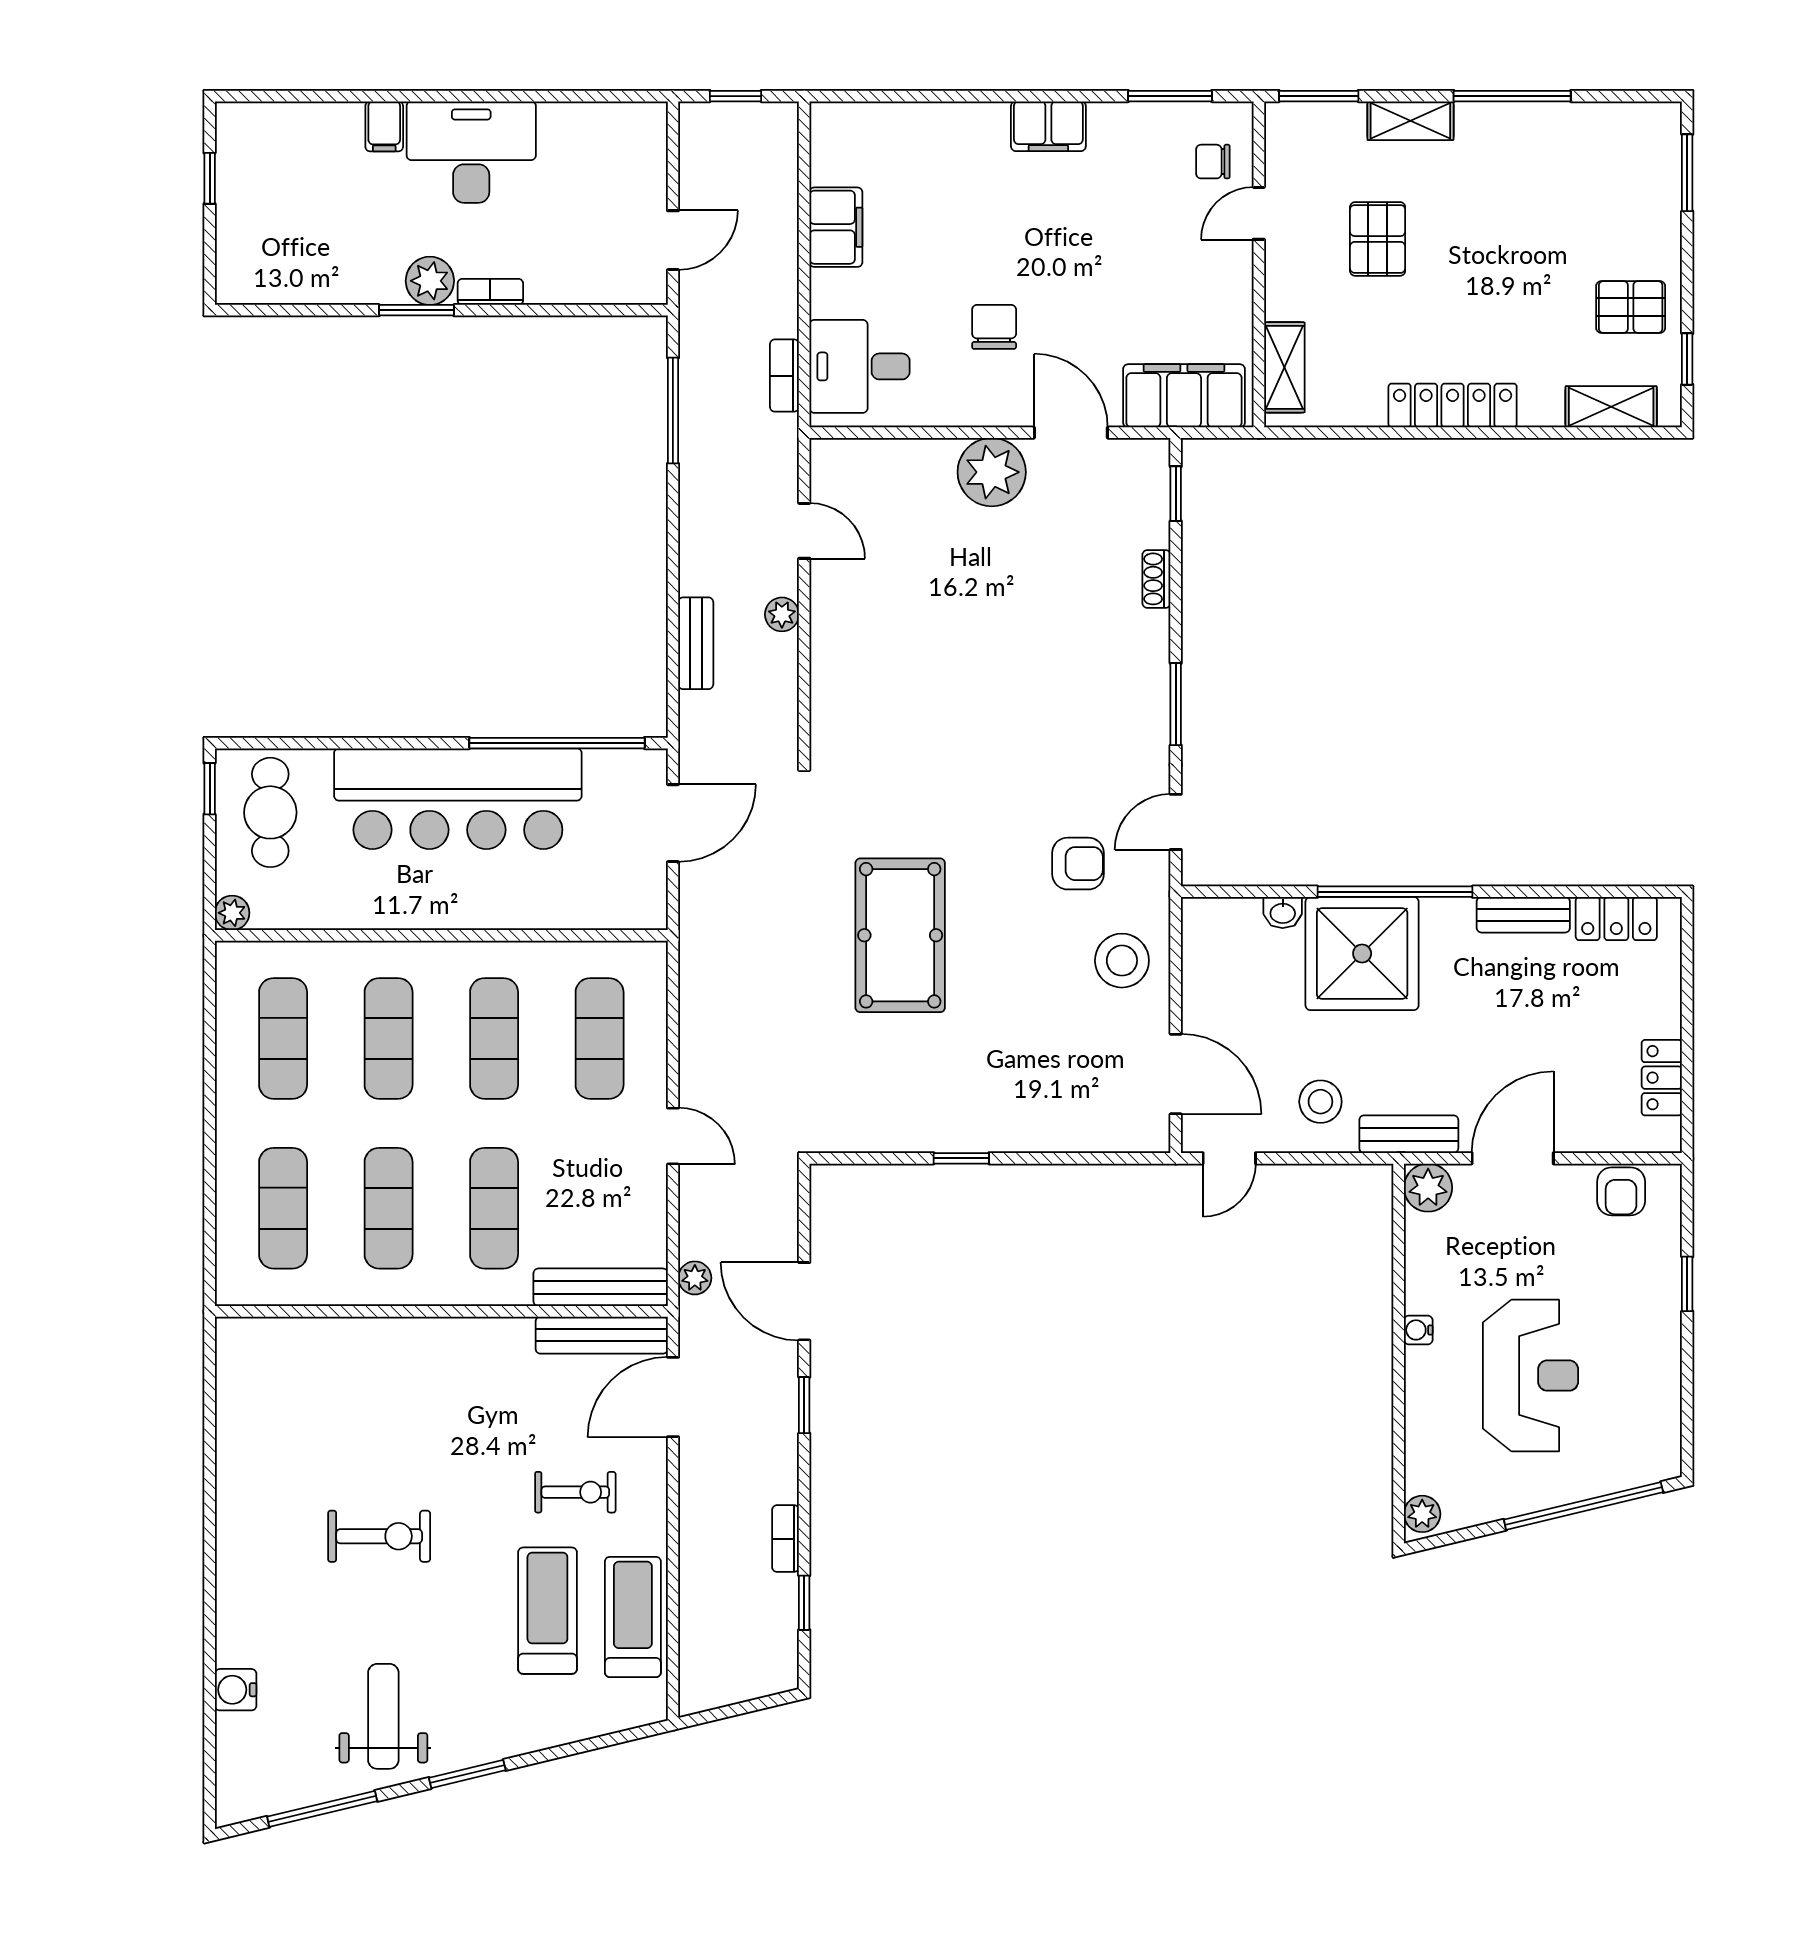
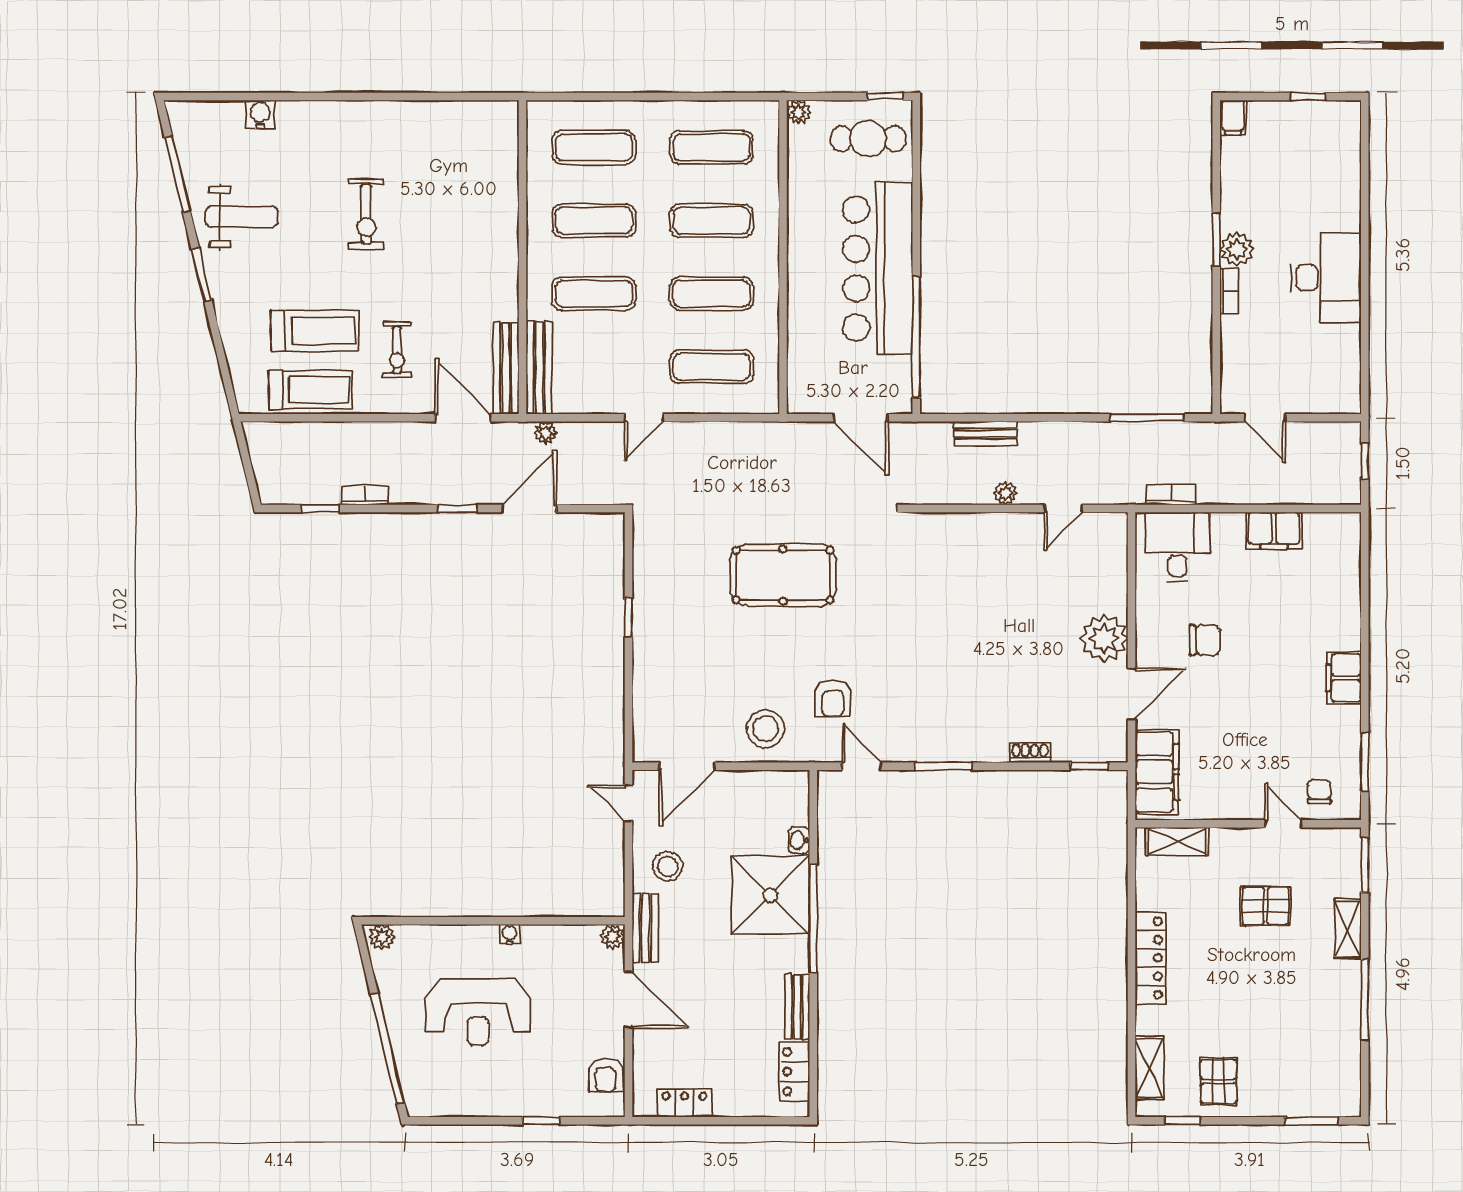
filing cabinet: (384, 126) -> (1233, 117), moved, turned -90
plant: (1428, 1188) -> (613, 936), width x0.73, depth x0.73
armchair: (1621, 1191) -> (606, 1075), turned -90

